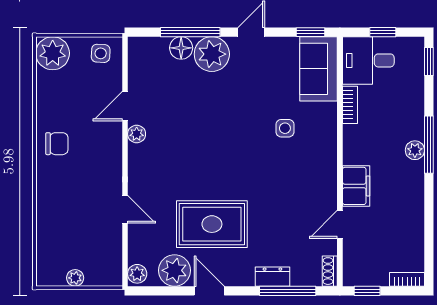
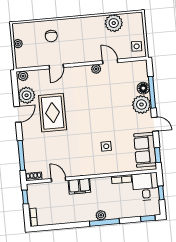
plant: (53, 53) -> (114, 23), moved
sofa: (318, 69) -> (145, 150), moved, turned -90
chair: (57, 144) -> (51, 36), moved
dresser: (272, 277) -> (28, 147), removed

